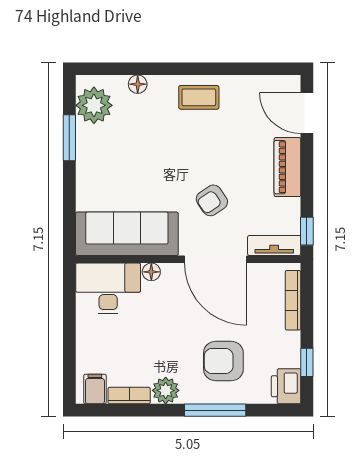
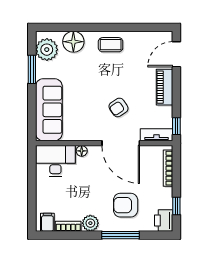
floor lamp: (138, 84) -> (73, 42), width x1.89, depth x1.89
door: (307, 113) -> (176, 54), hinge flipped
sofa: (127, 234) -> (49, 110), moved, turned 90

